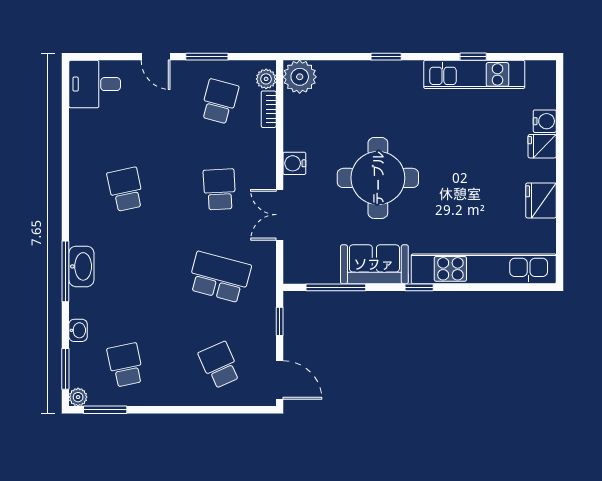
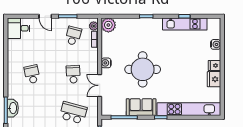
fridge: (542, 146) -> (215, 66), moved

